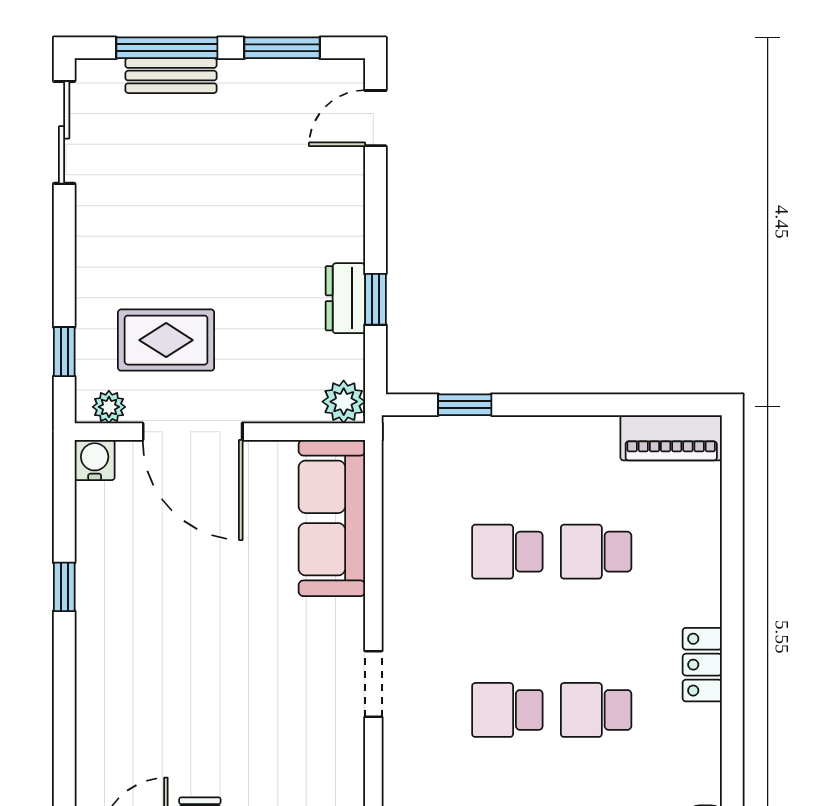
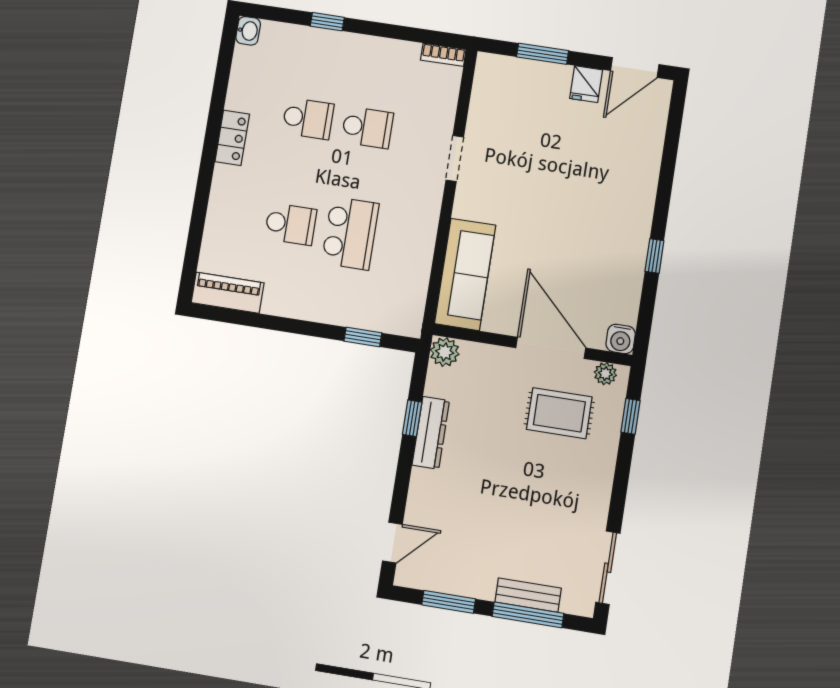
dresser: (345, 298) -> (431, 433), width x1.44
school desk: (507, 552) -> (350, 233), width x1.85

